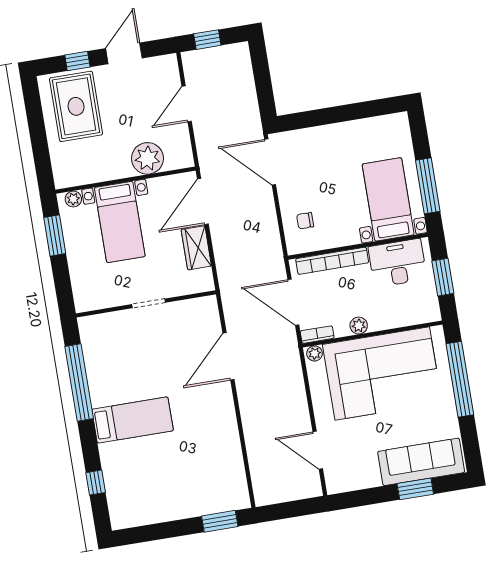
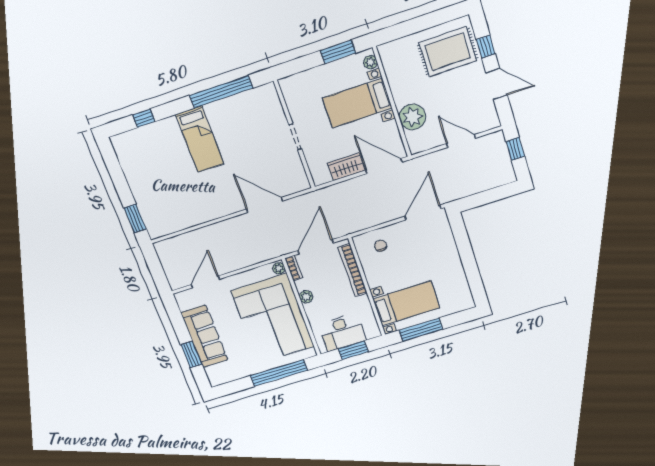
desk: (397, 263) -> (342, 332), moved, turned 90
sofa: (421, 462) -> (204, 336), moved

